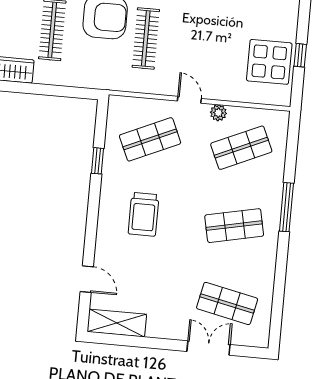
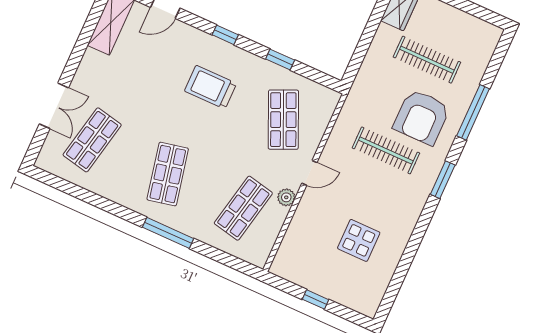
display table: (269, 62) -> (359, 240), moved, width x0.73, depth x0.73
shop shelf: (241, 148) -> (243, 208), turned 36
window: (92, 217) -> (225, 35), added

